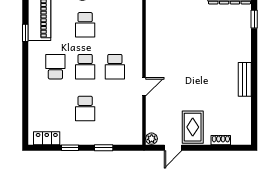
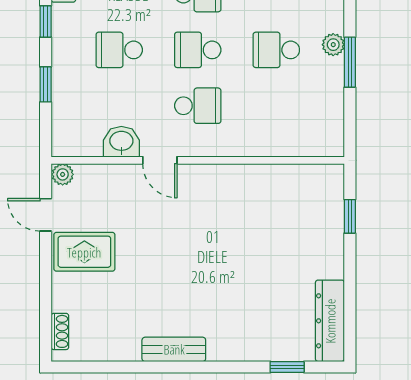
school desk: (115, 67) -> (198, 106), turned 180
washbasin: (134, 107) -> (121, 142), added
shoe rack: (221, 140) -> (60, 331), moved

